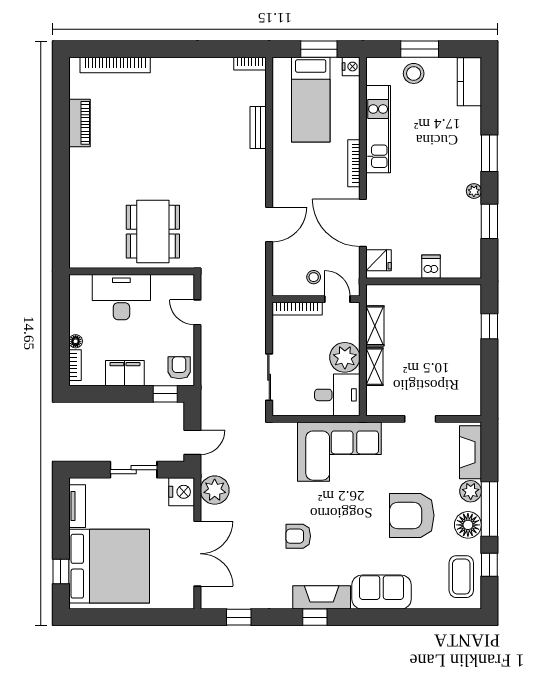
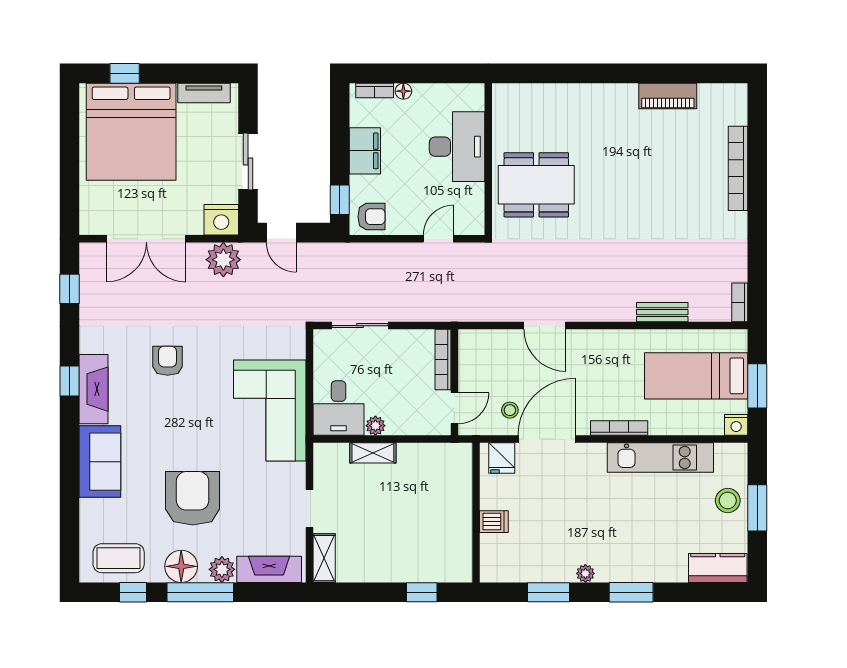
bookcase: (115, 65) -> (738, 168), moved
stool: (314, 277) -> (510, 410), moved
shelving: (375, 326) -> (324, 558), moved, turned 90
plant: (345, 357) -> (375, 426), width x0.53, depth x0.53

